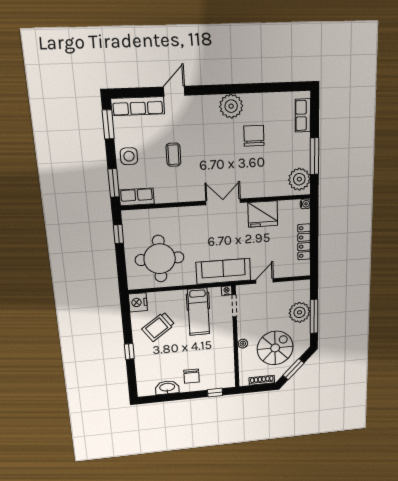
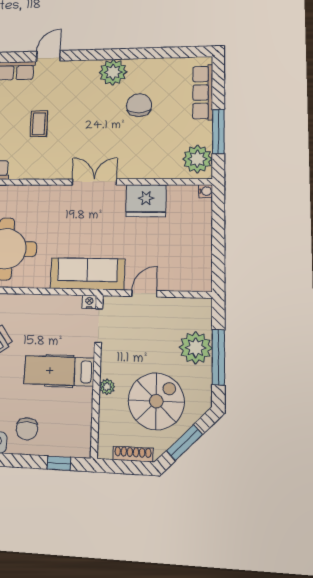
row of seats: (303, 115) -> (203, 92), width x1.48
locker: (304, 242) -> (203, 243), removed
hospital bed: (198, 312) -> (59, 371), moved, turned 90

